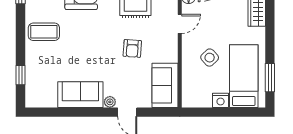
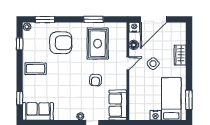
side table: (210, 58) -> (153, 64), moved
sofa: (80, 95) -> (38, 111), moved

